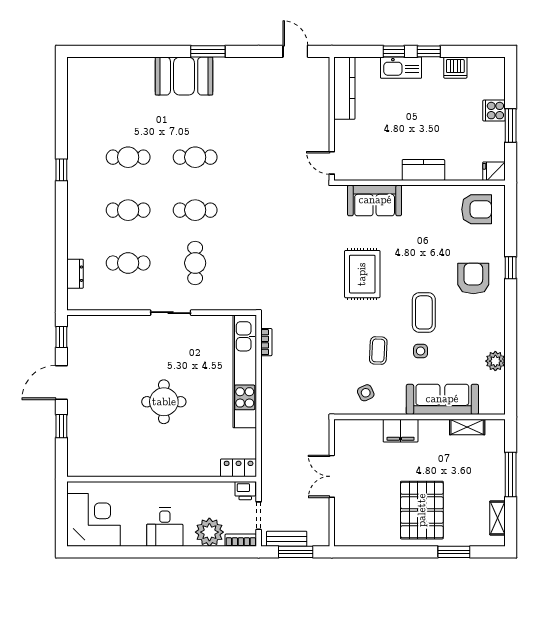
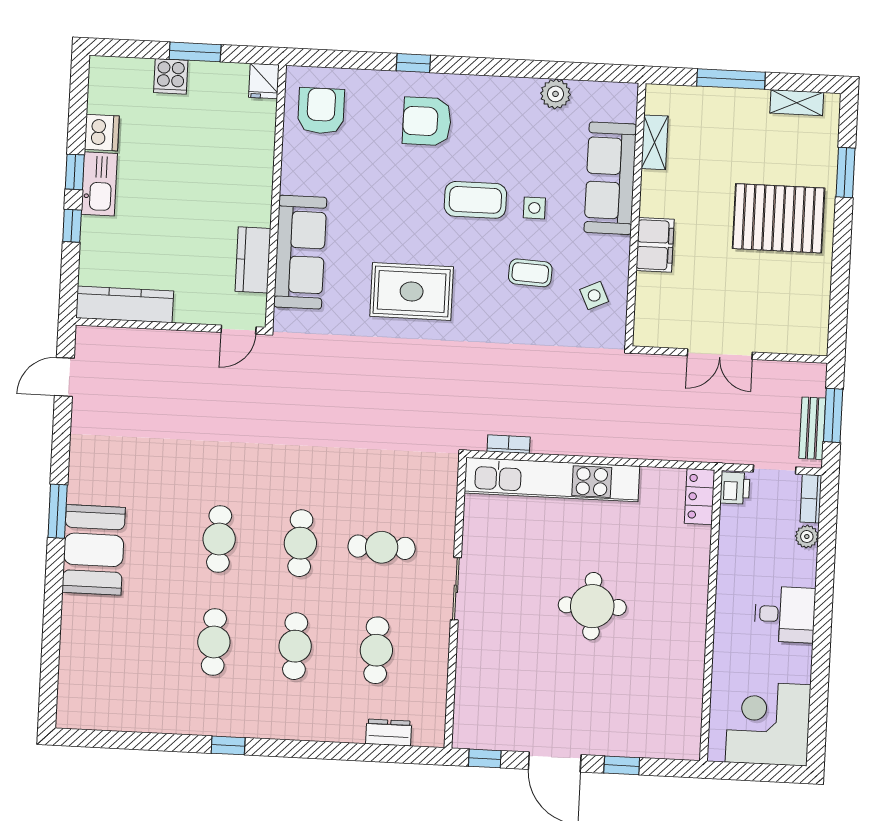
kitchen sink: (401, 68) -> (99, 184), moved
kitchen counter: (423, 170) -> (253, 260), moved
sofa: (375, 200) -> (300, 252), width x1.36
plant: (209, 532) -> (807, 537), width x0.53, depth x0.53

